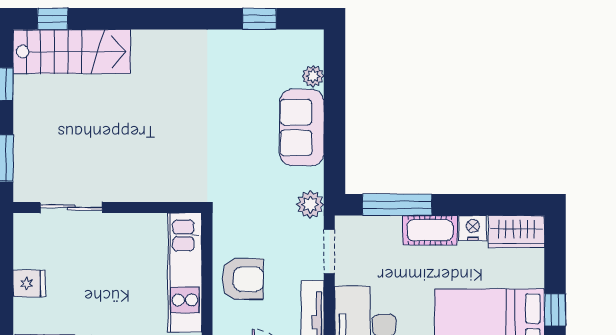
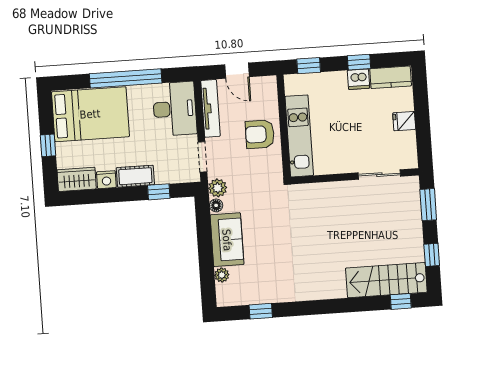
floor lamp: (314, 179) -> (216, 205), added
window: (397, 205) -> (159, 192), width x0.46
window: (555, 310) -> (48, 145), moved

